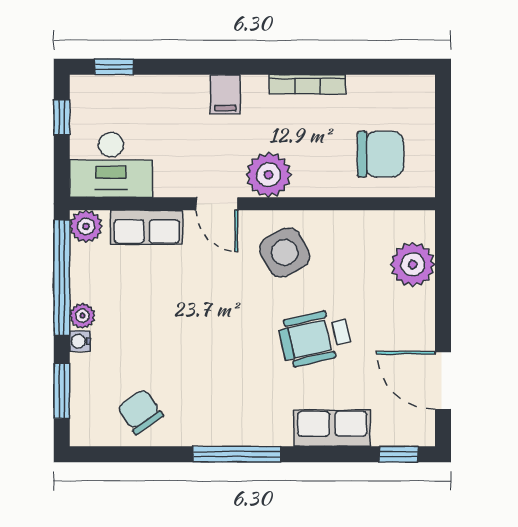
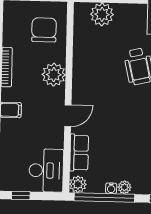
plant: (269, 175) -> (54, 75), moved
side table: (285, 252) -> (94, 81), removed
water cooler: (80, 341) -> (111, 188), moved

